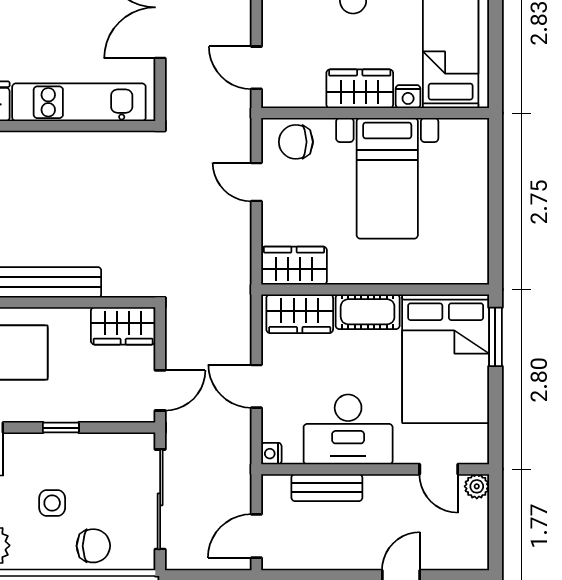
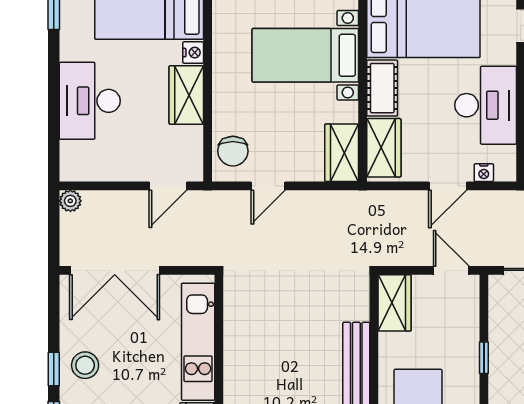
bed with nightstands: (387, 178) -> (305, 55), moved, turned 180
nightstand: (271, 454) -> (484, 173), moved

